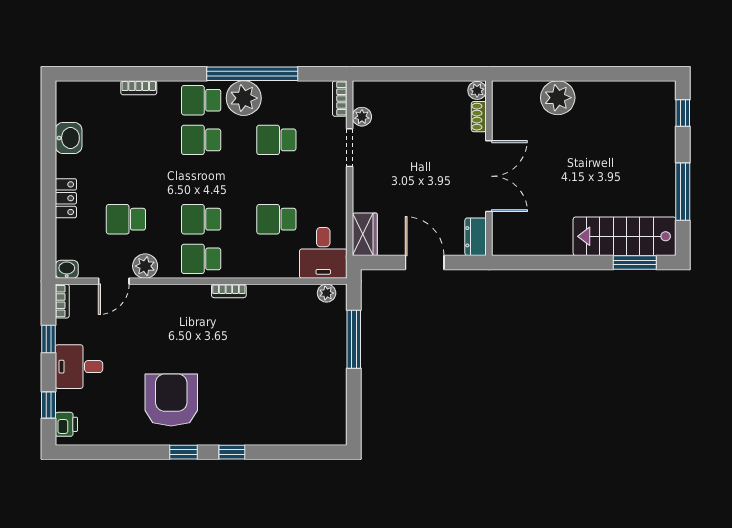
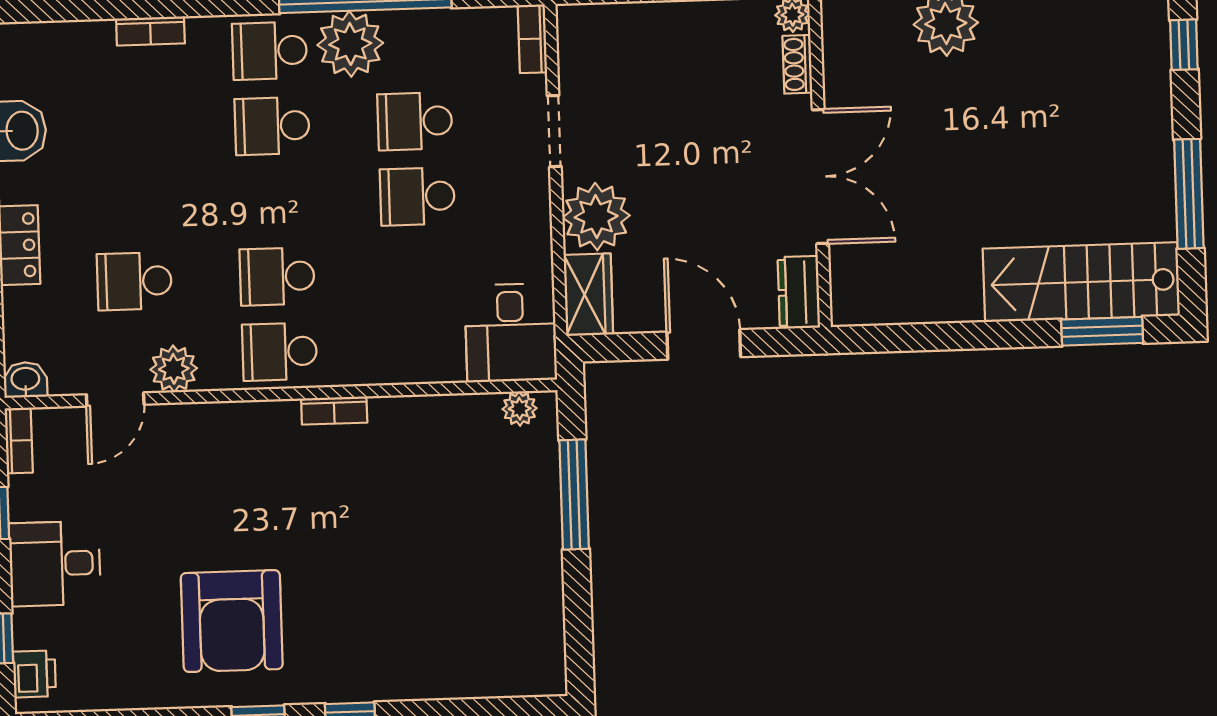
plant: (362, 117) -> (596, 217), moved, width x1.88, depth x1.88
school desk: (276, 219) -> (417, 196), moved
armchair: (171, 400) -> (232, 621), turned 180

